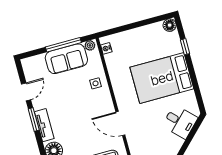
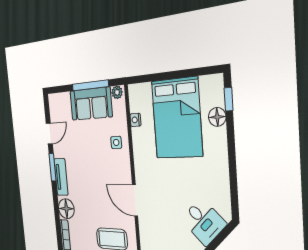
floor lamp: (170, 25) -> (217, 117), moved
window: (185, 47) -> (229, 99), moved
nightstand: (106, 48) -> (135, 120), moved
bed: (162, 78) -> (177, 118), moved, turned -90

